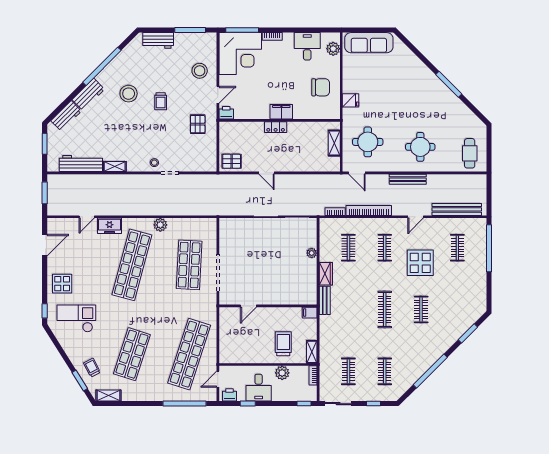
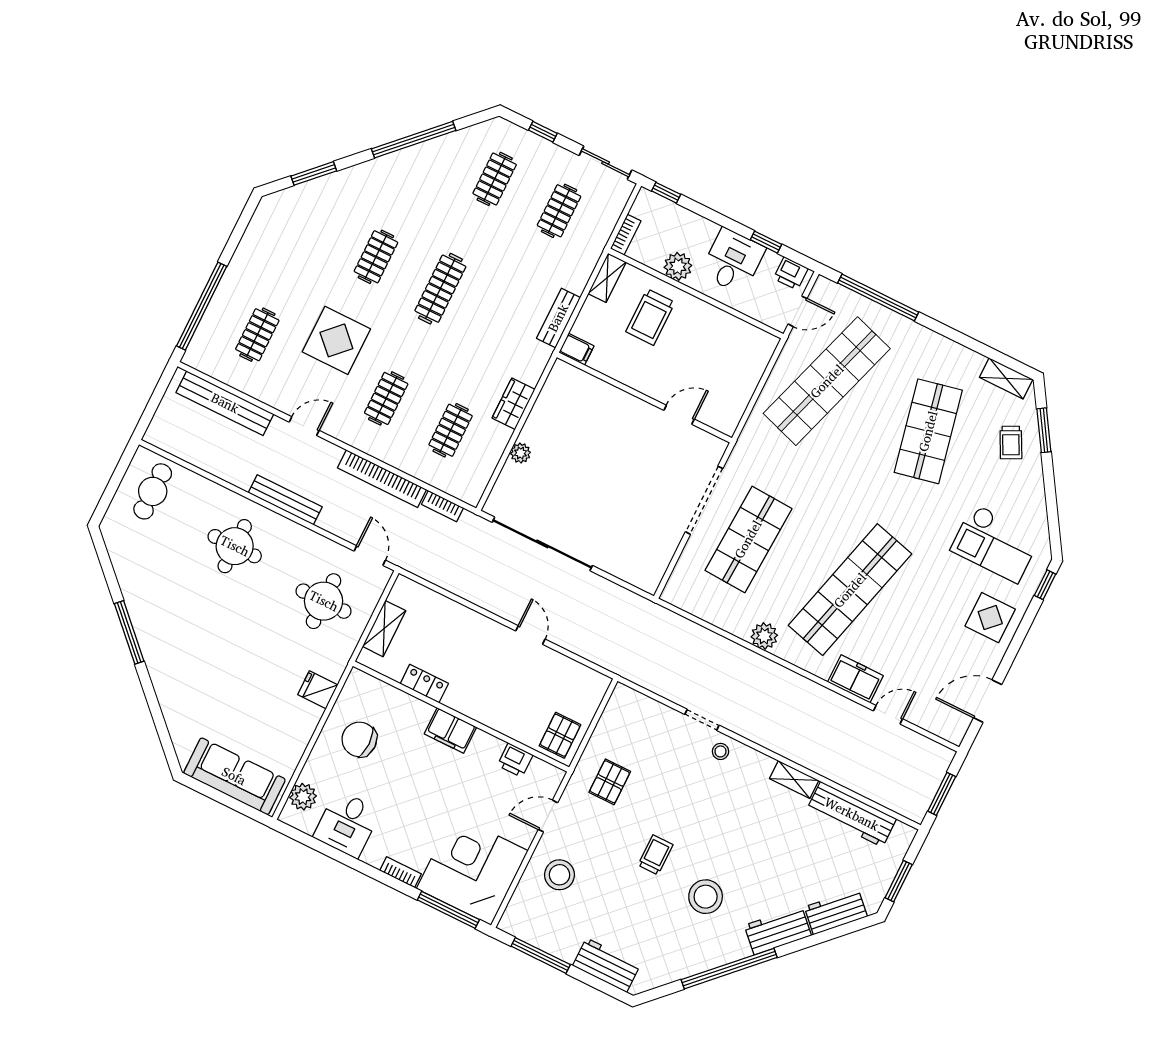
printer: (226, 113) -> (515, 760), moved
locker: (276, 127) -> (424, 684), moved
pallet: (232, 161) -> (560, 735), moved, turned 90
bench: (325, 300) -> (558, 318), moved
shop shelf: (132, 354) -> (928, 431), turned -30

